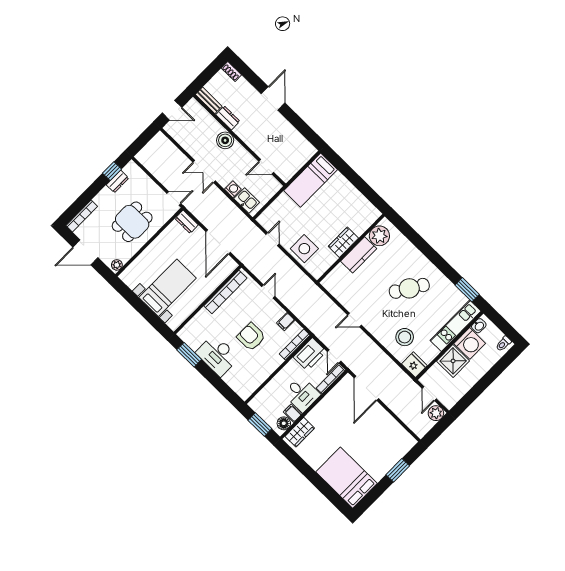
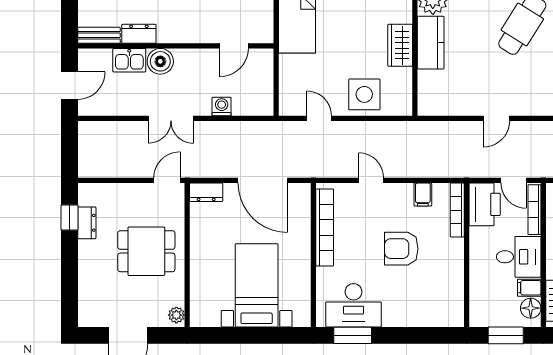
kitchen sink: (247, 201) -> (129, 60), moved, turned 180
bookcase: (82, 216) -> (85, 299), removed
dining table: (132, 222) -> (146, 251), turned 90
desk: (217, 355) -> (353, 305), moved

